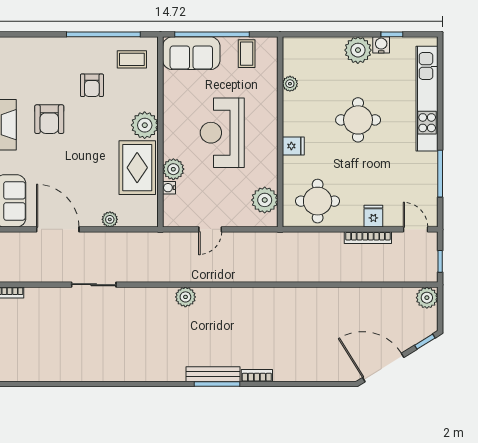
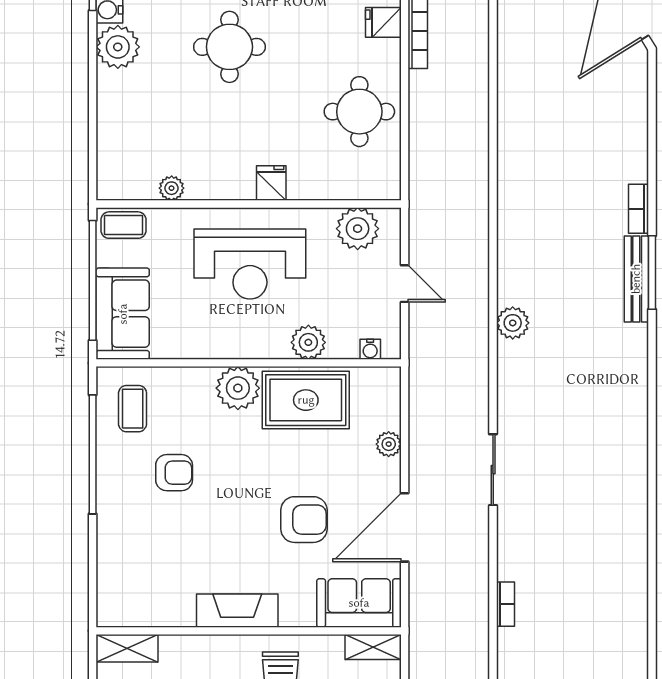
plant: (290, 84) -> (172, 188), moved
armchair: (49, 119) -> (304, 520), moved
wall: (280, 132) -> (249, 204), moved
fridge: (293, 146) -> (271, 183), moved
water cooler: (169, 188) -> (370, 349), moved
plant: (265, 200) -> (358, 229), moved

